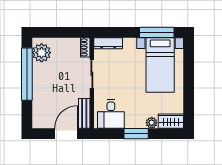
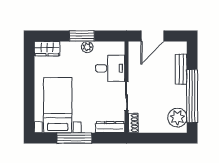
window: (157, 32) -> (74, 138), moved
bench: (84, 113) -> (181, 69), moved
desk: (111, 114) -> (110, 68), moved, turned 90
plant: (152, 123) -> (87, 47), moved

